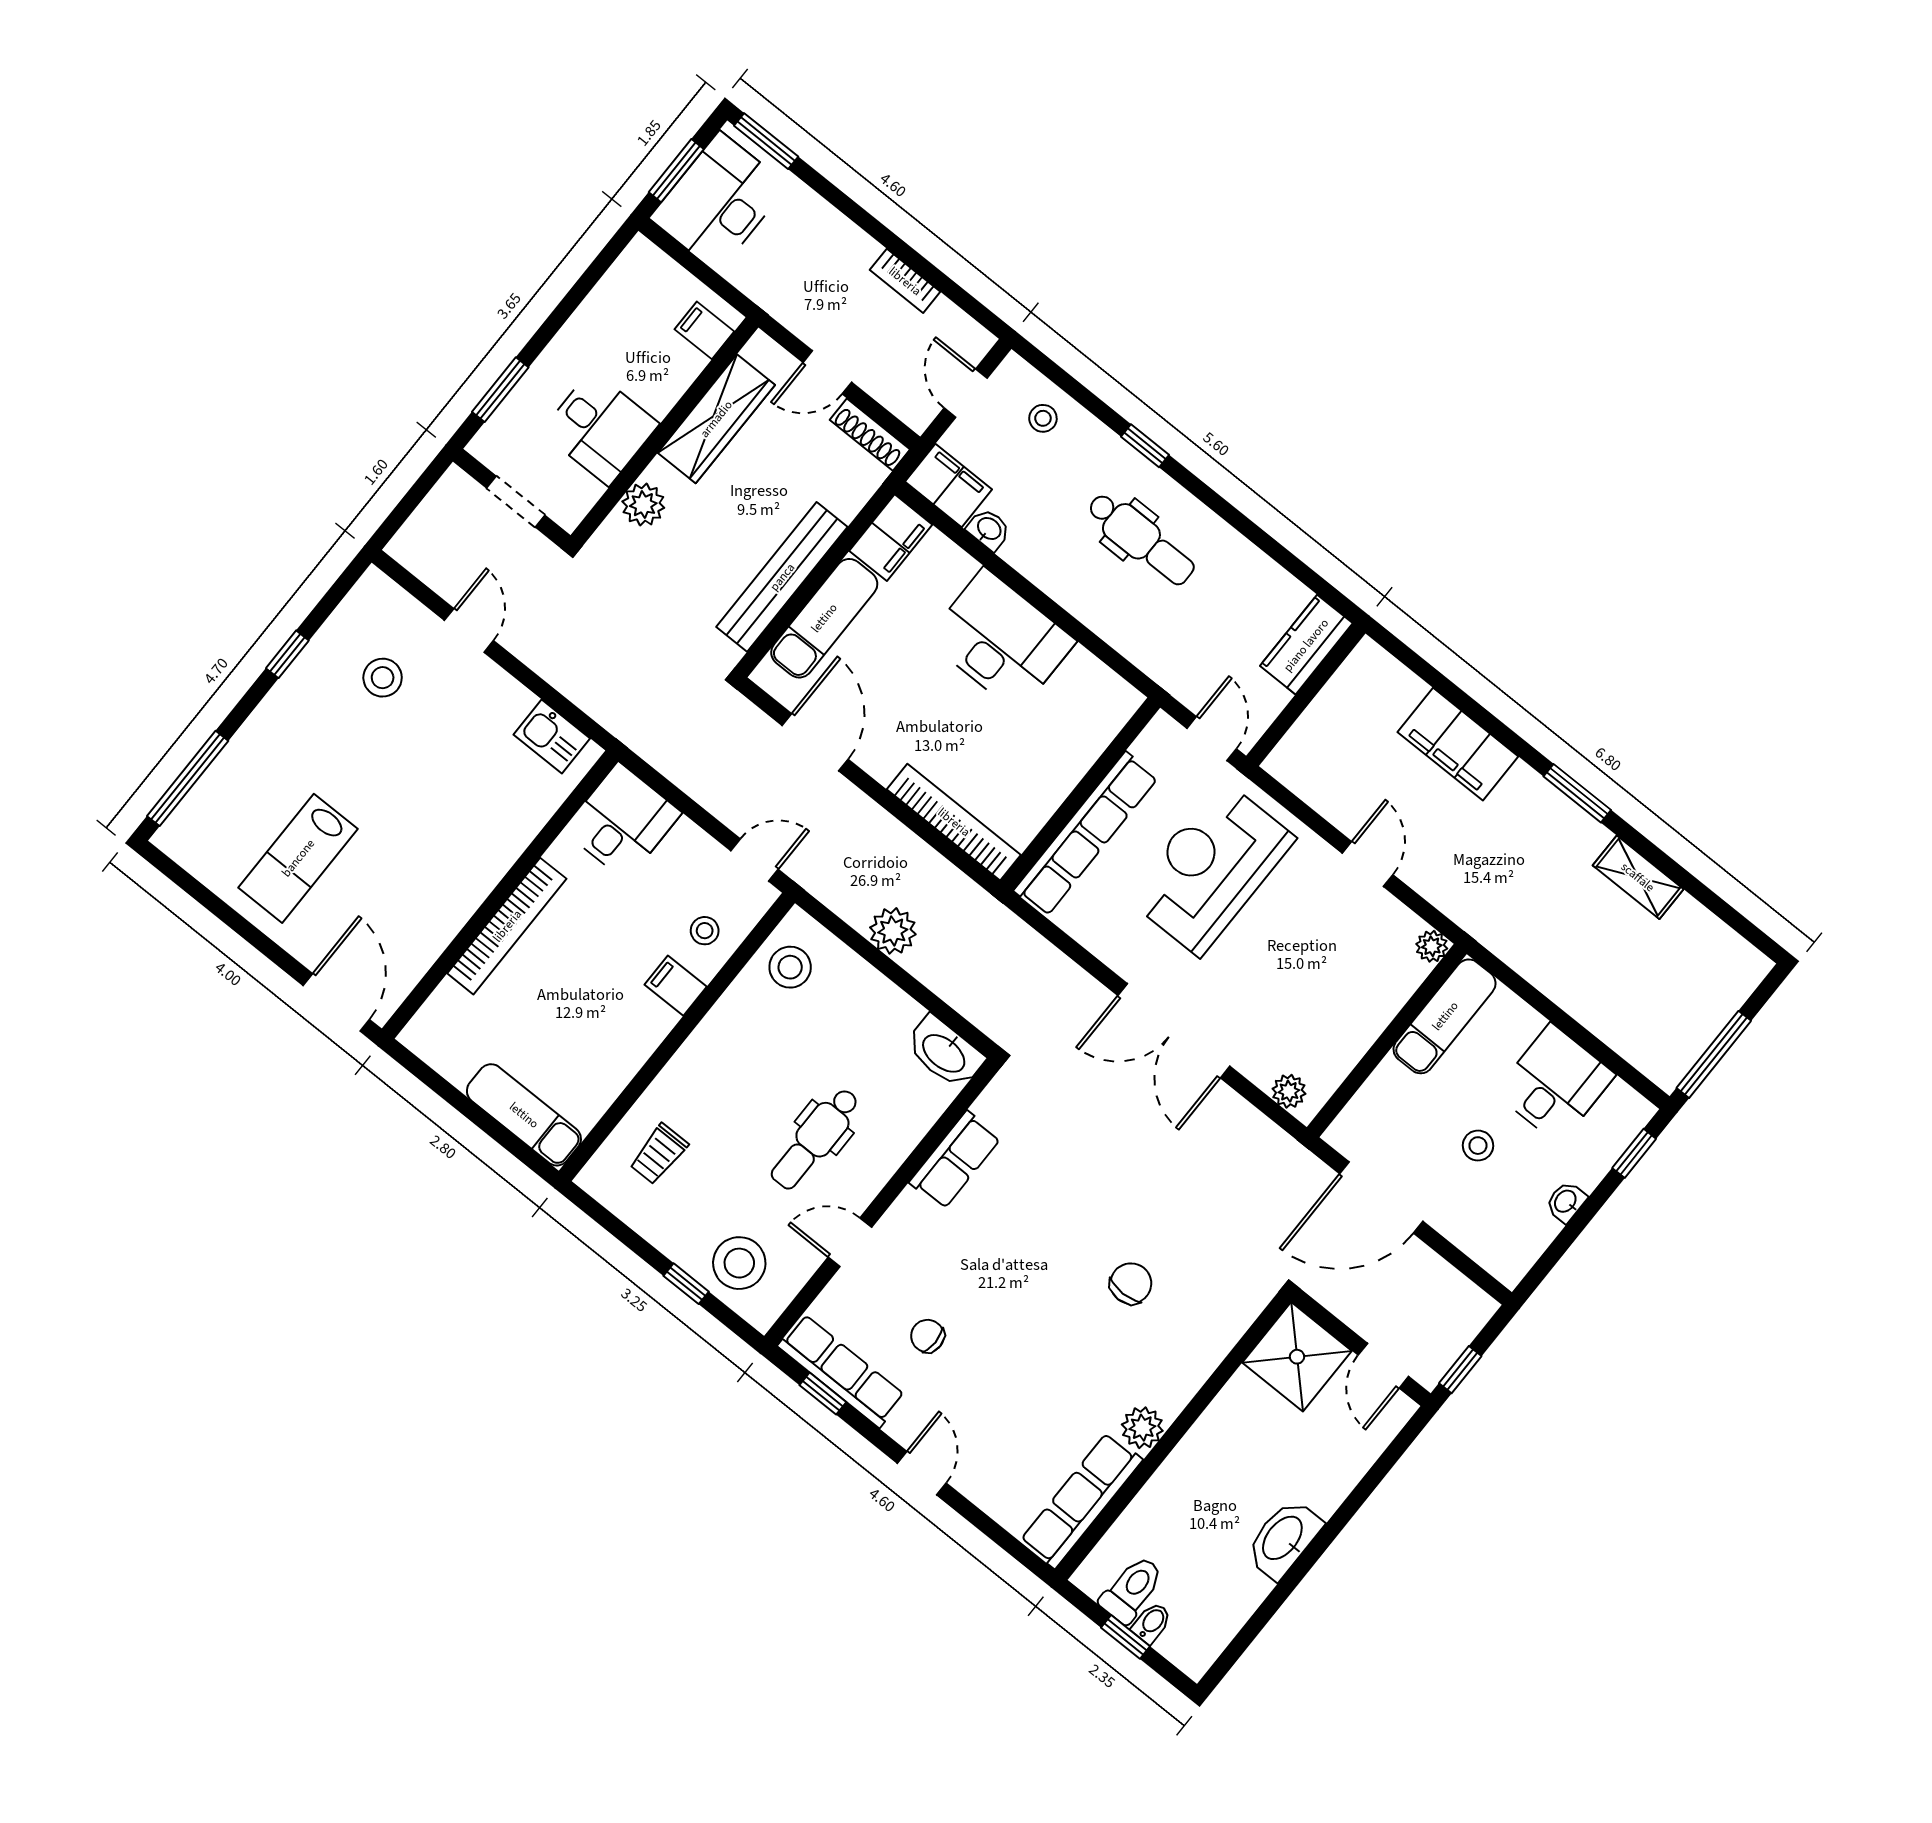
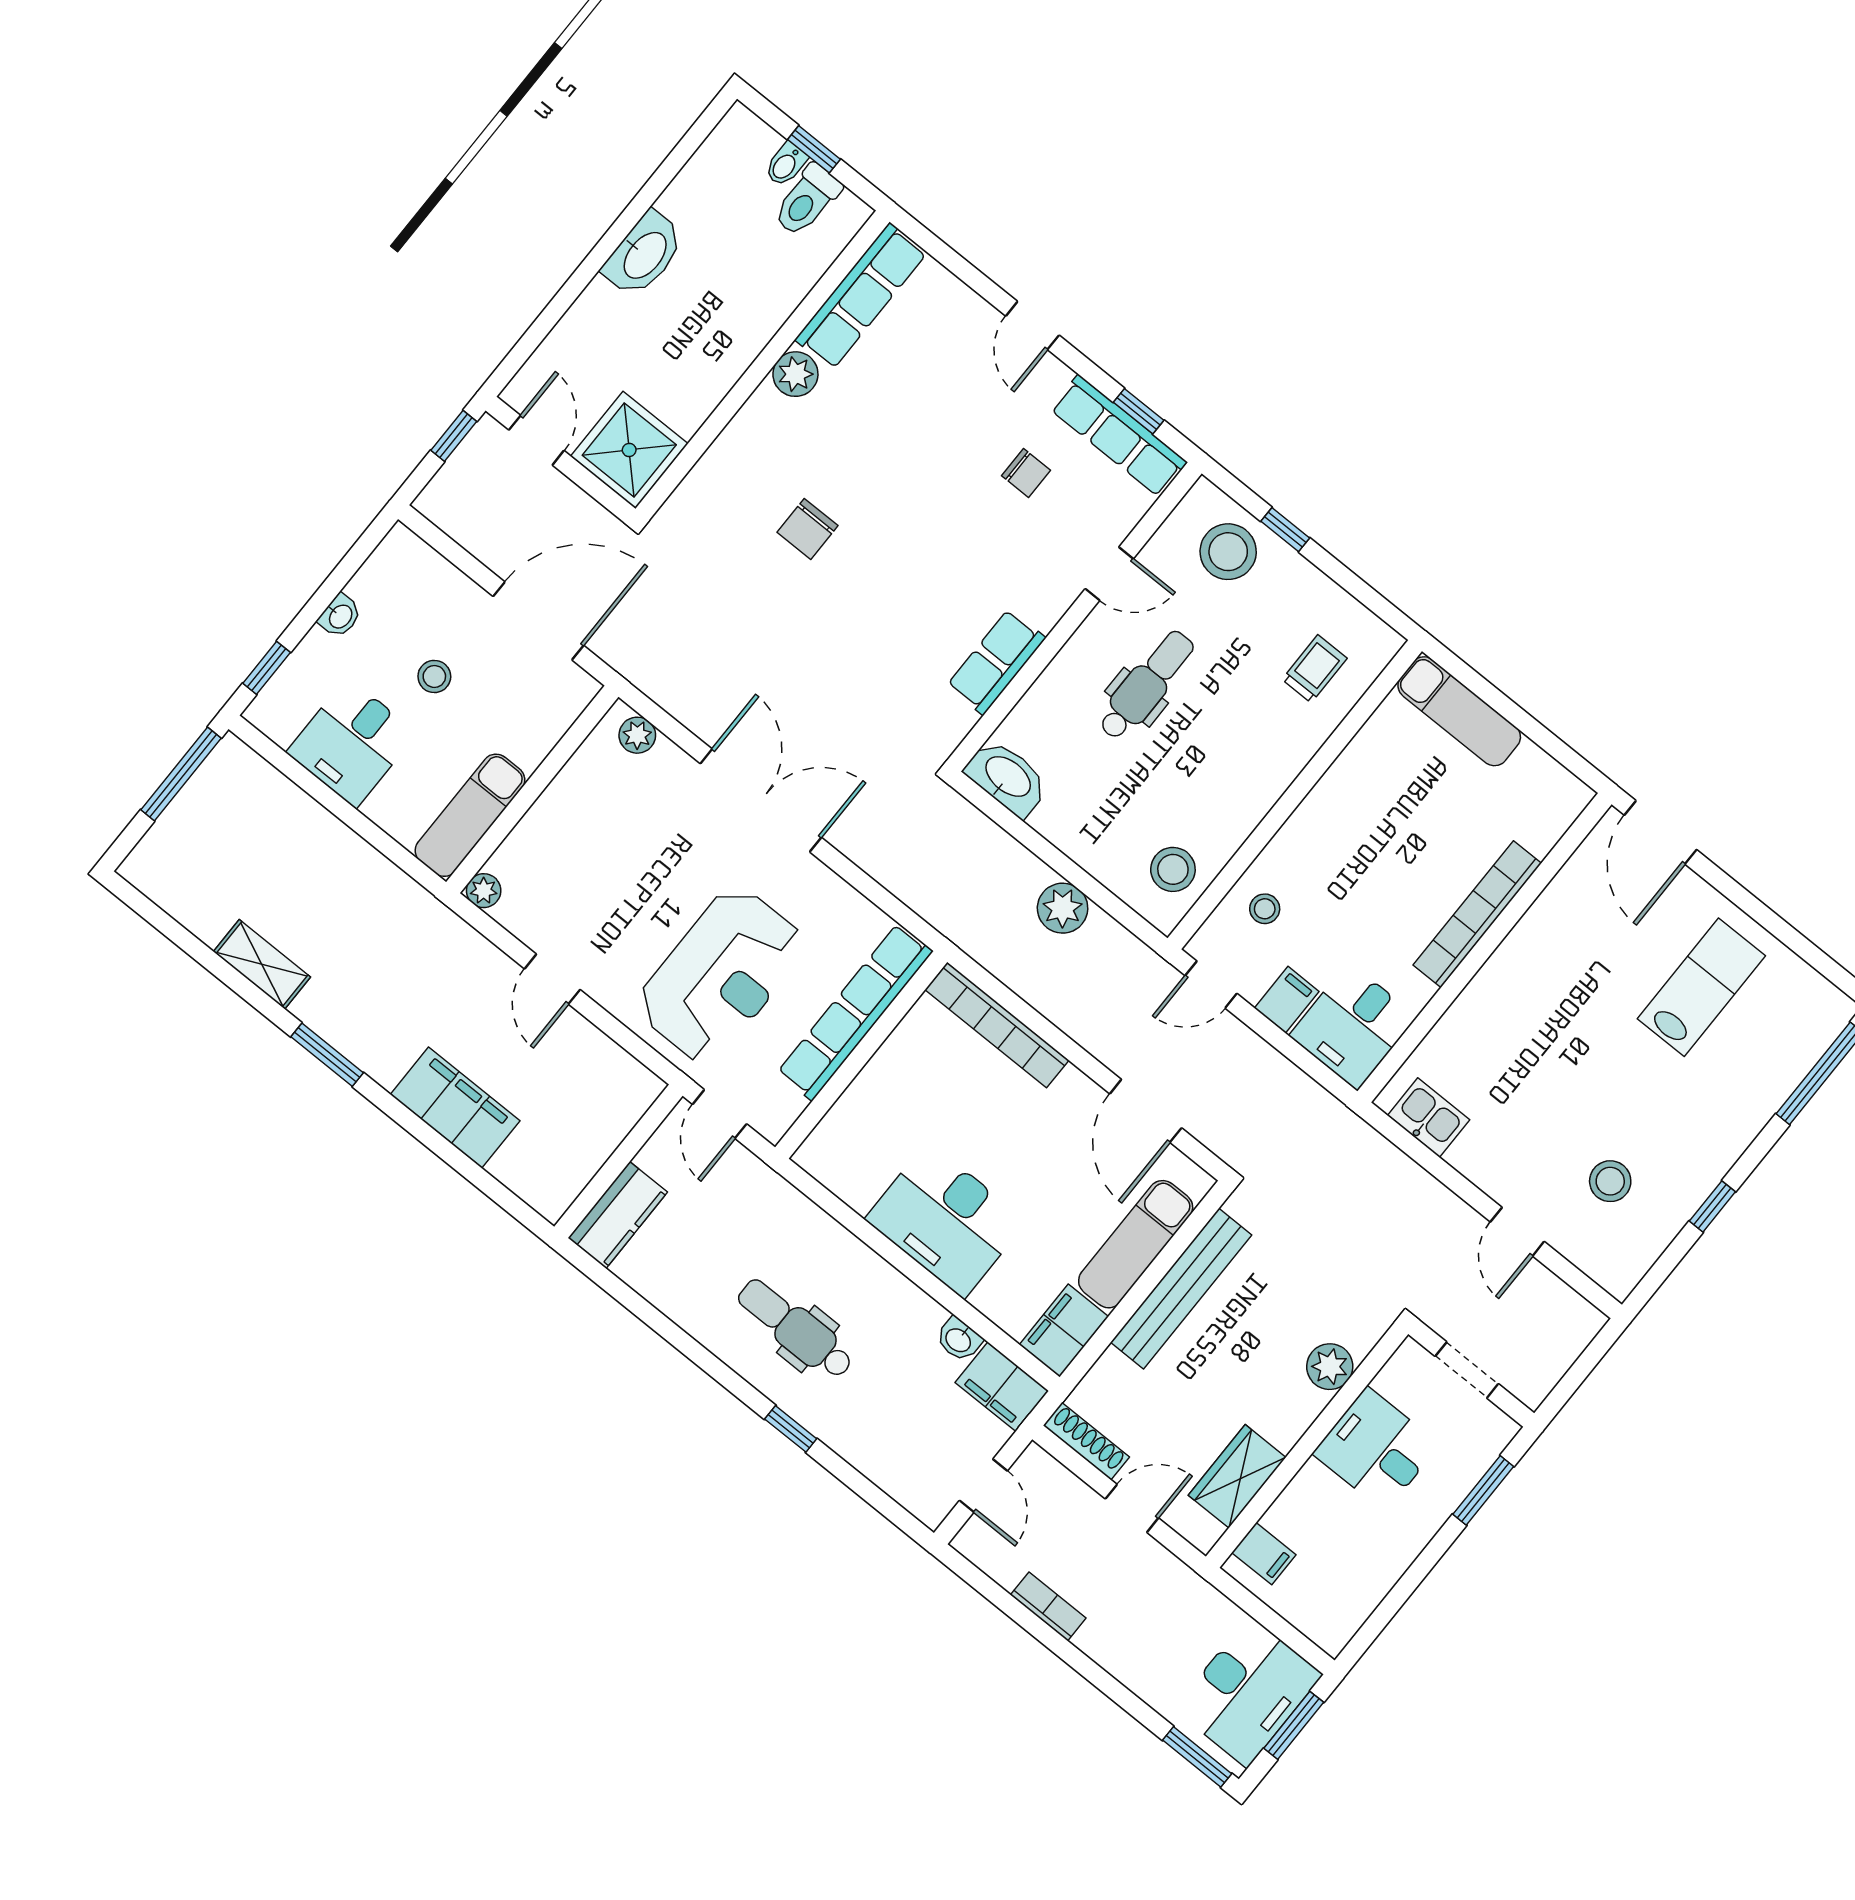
stool: (1043, 418) -> (900, 1458), removed
wardrobe: (716, 419) -> (1237, 1476), width x0.67
filing cabinet: (676, 986) -> (1287, 1000), moved, turned -90

